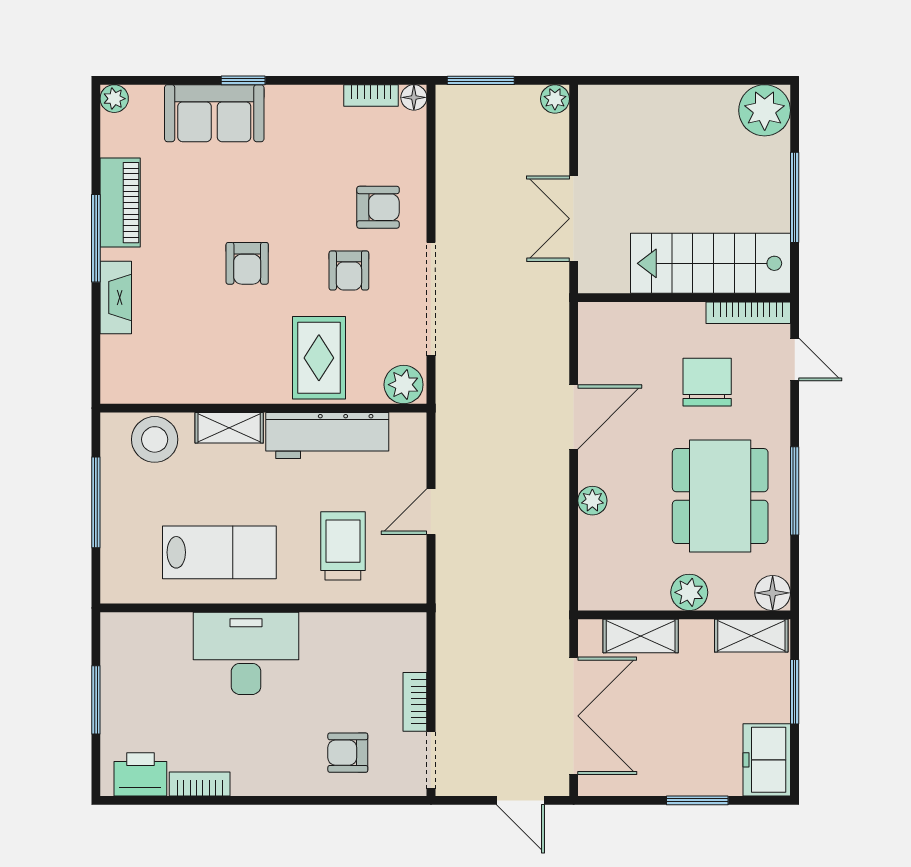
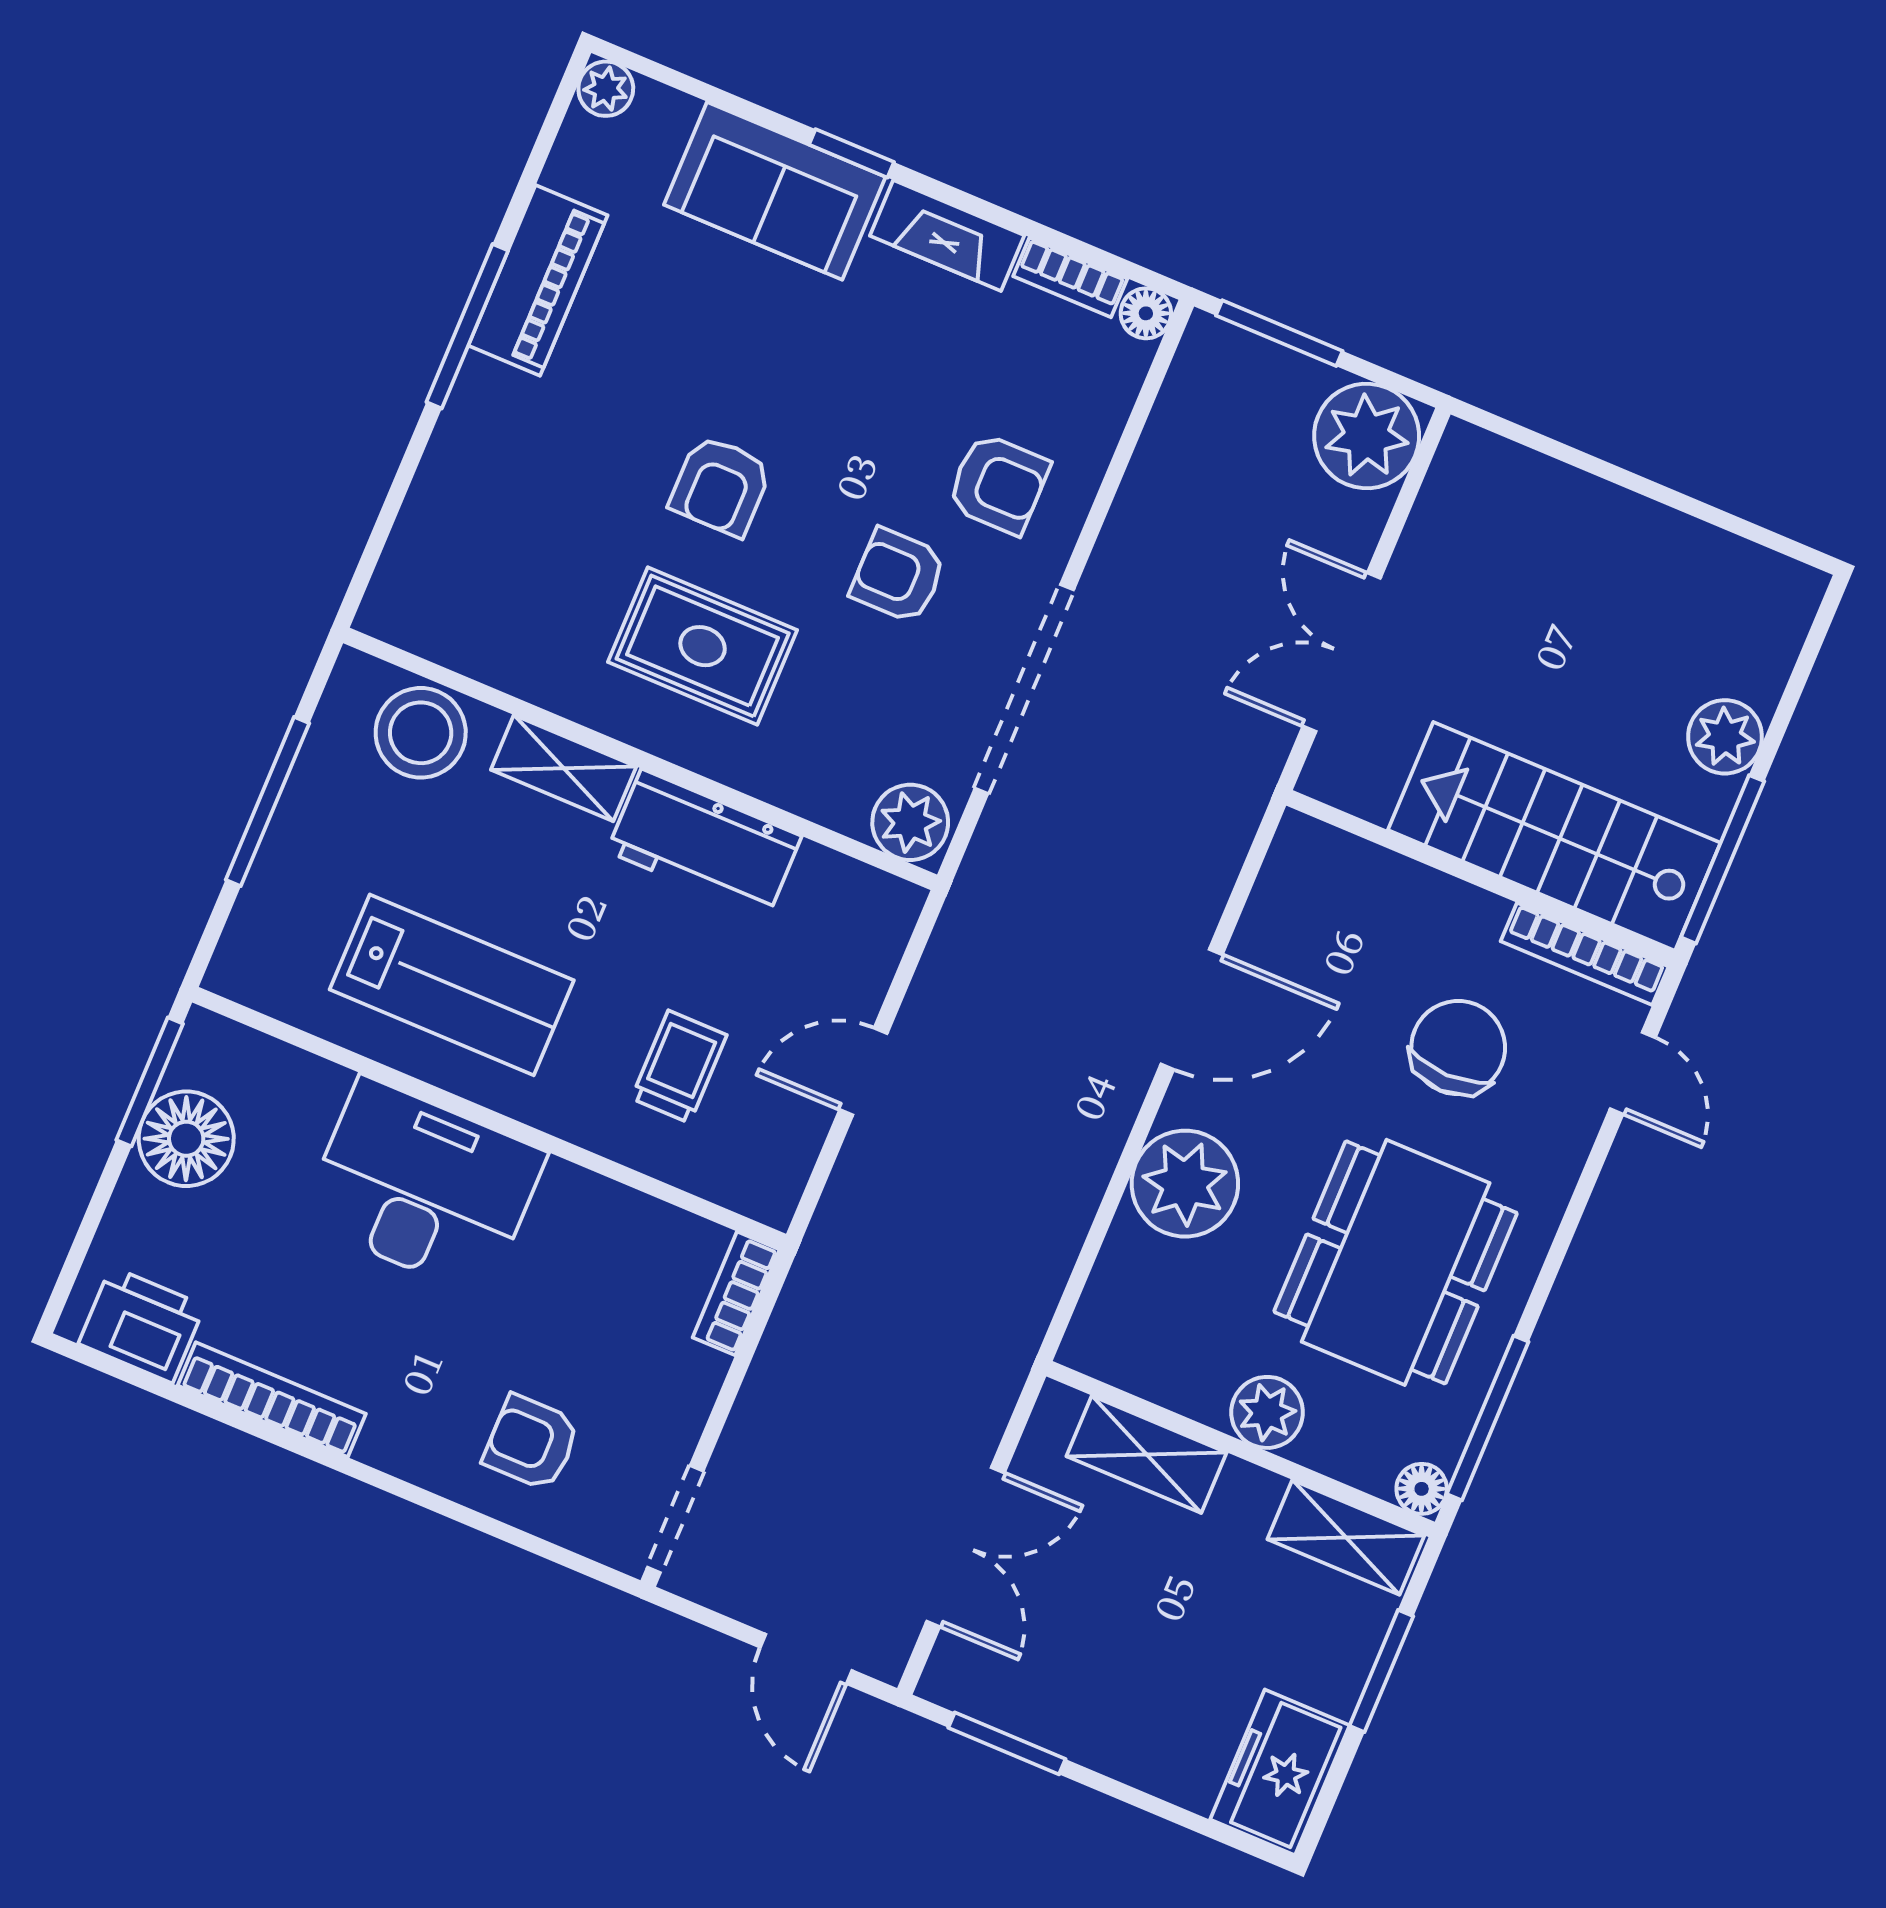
plant: (555, 99) -> (1367, 436), width x1.87, depth x1.87
plant: (765, 110) -> (1725, 737), moved, width x0.73, depth x0.73
window: (795, 197) -> (1723, 859), moved
armchair: (349, 270) -> (898, 576), turned 90
fireplace: (116, 297) -> (947, 236), moved, turned 90
rug: (319, 358) -> (703, 646), moved, turned 90
workbench: (327, 436) -> (704, 844), width x0.73
window: (795, 491) -> (1488, 1418), moved
plant: (592, 501) -> (1185, 1184), width x1.87, depth x1.87
trolley: (343, 546) -> (679, 1067), width x0.73, depth x0.72
floor lamp: (773, 593) -> (1422, 1489), width x0.73, depth x0.73
floor lamp: (125, 678) -> (186, 1139), added
window: (96, 700) -> (150, 1082), moved
bookcase: (415, 702) -> (736, 1293), moved
double door: (574, 716) -> (965, 1547), width x0.73
bookcase: (200, 784) -> (272, 1400), width x1.56
window: (697, 800) -> (1007, 1743), moved

